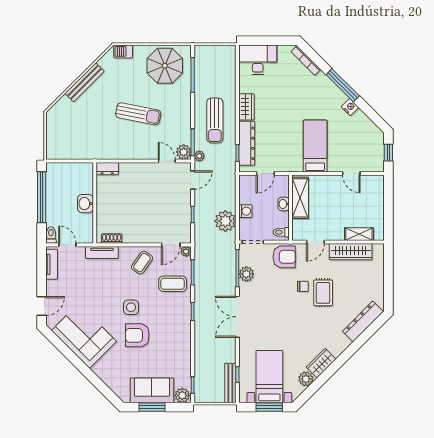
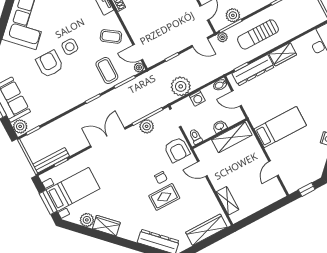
plant: (184, 152) -> (233, 15), moved
bidet: (244, 182) -> (220, 85), added
wardrobe: (351, 252) -> (206, 230), moved, turned 90

